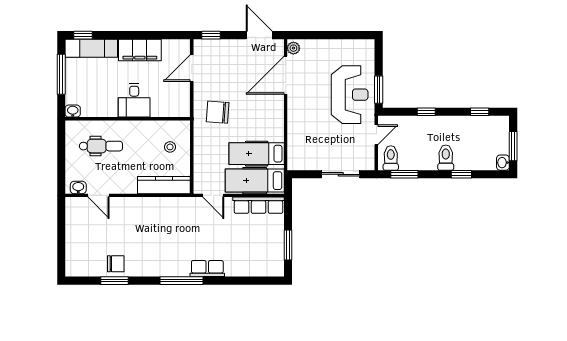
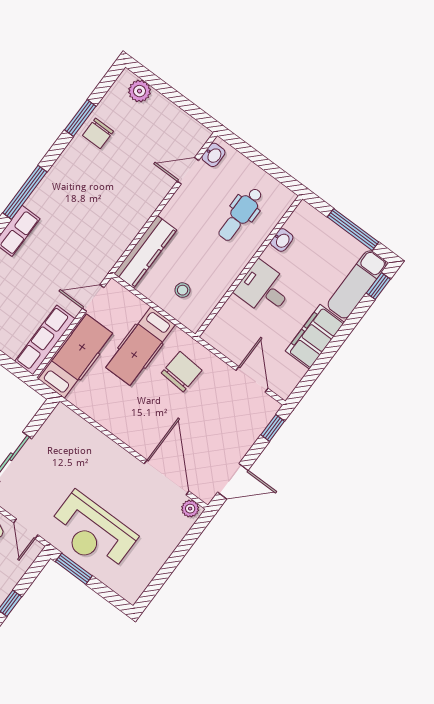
washbasin: (73, 111) -> (282, 240), moved
hospital bed: (257, 154) -> (140, 346), moved, turned 180
plant: (73, 258) -> (139, 91), added

